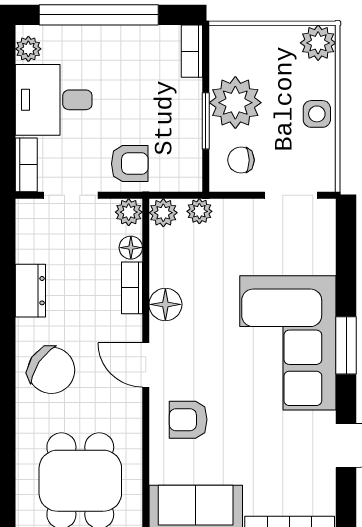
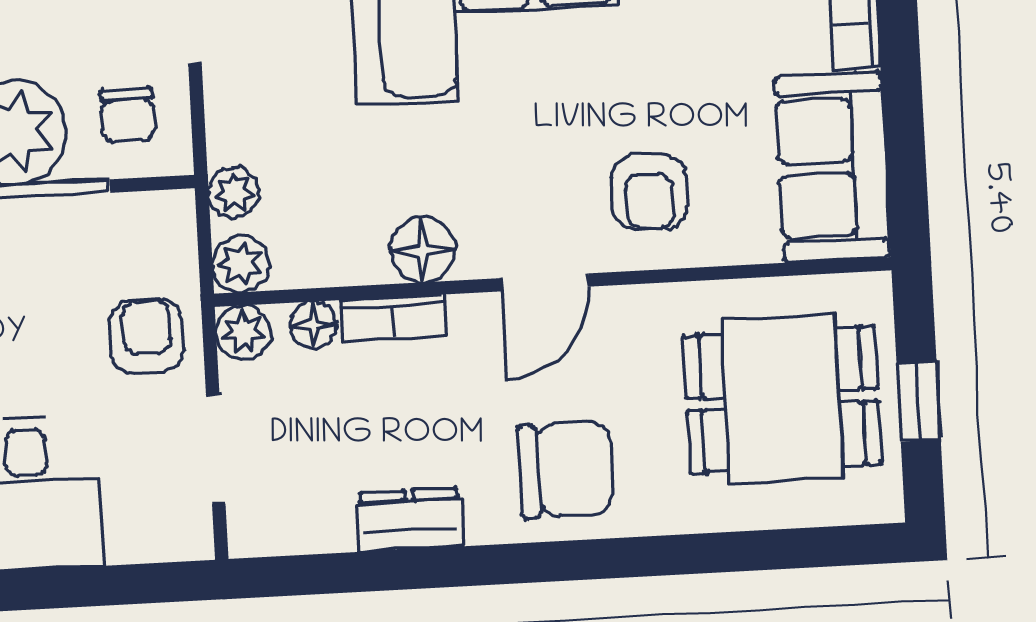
bookcase: (26, 165) -> (160, 541), removed
chair: (51, 370) -> (566, 469), turned 55

